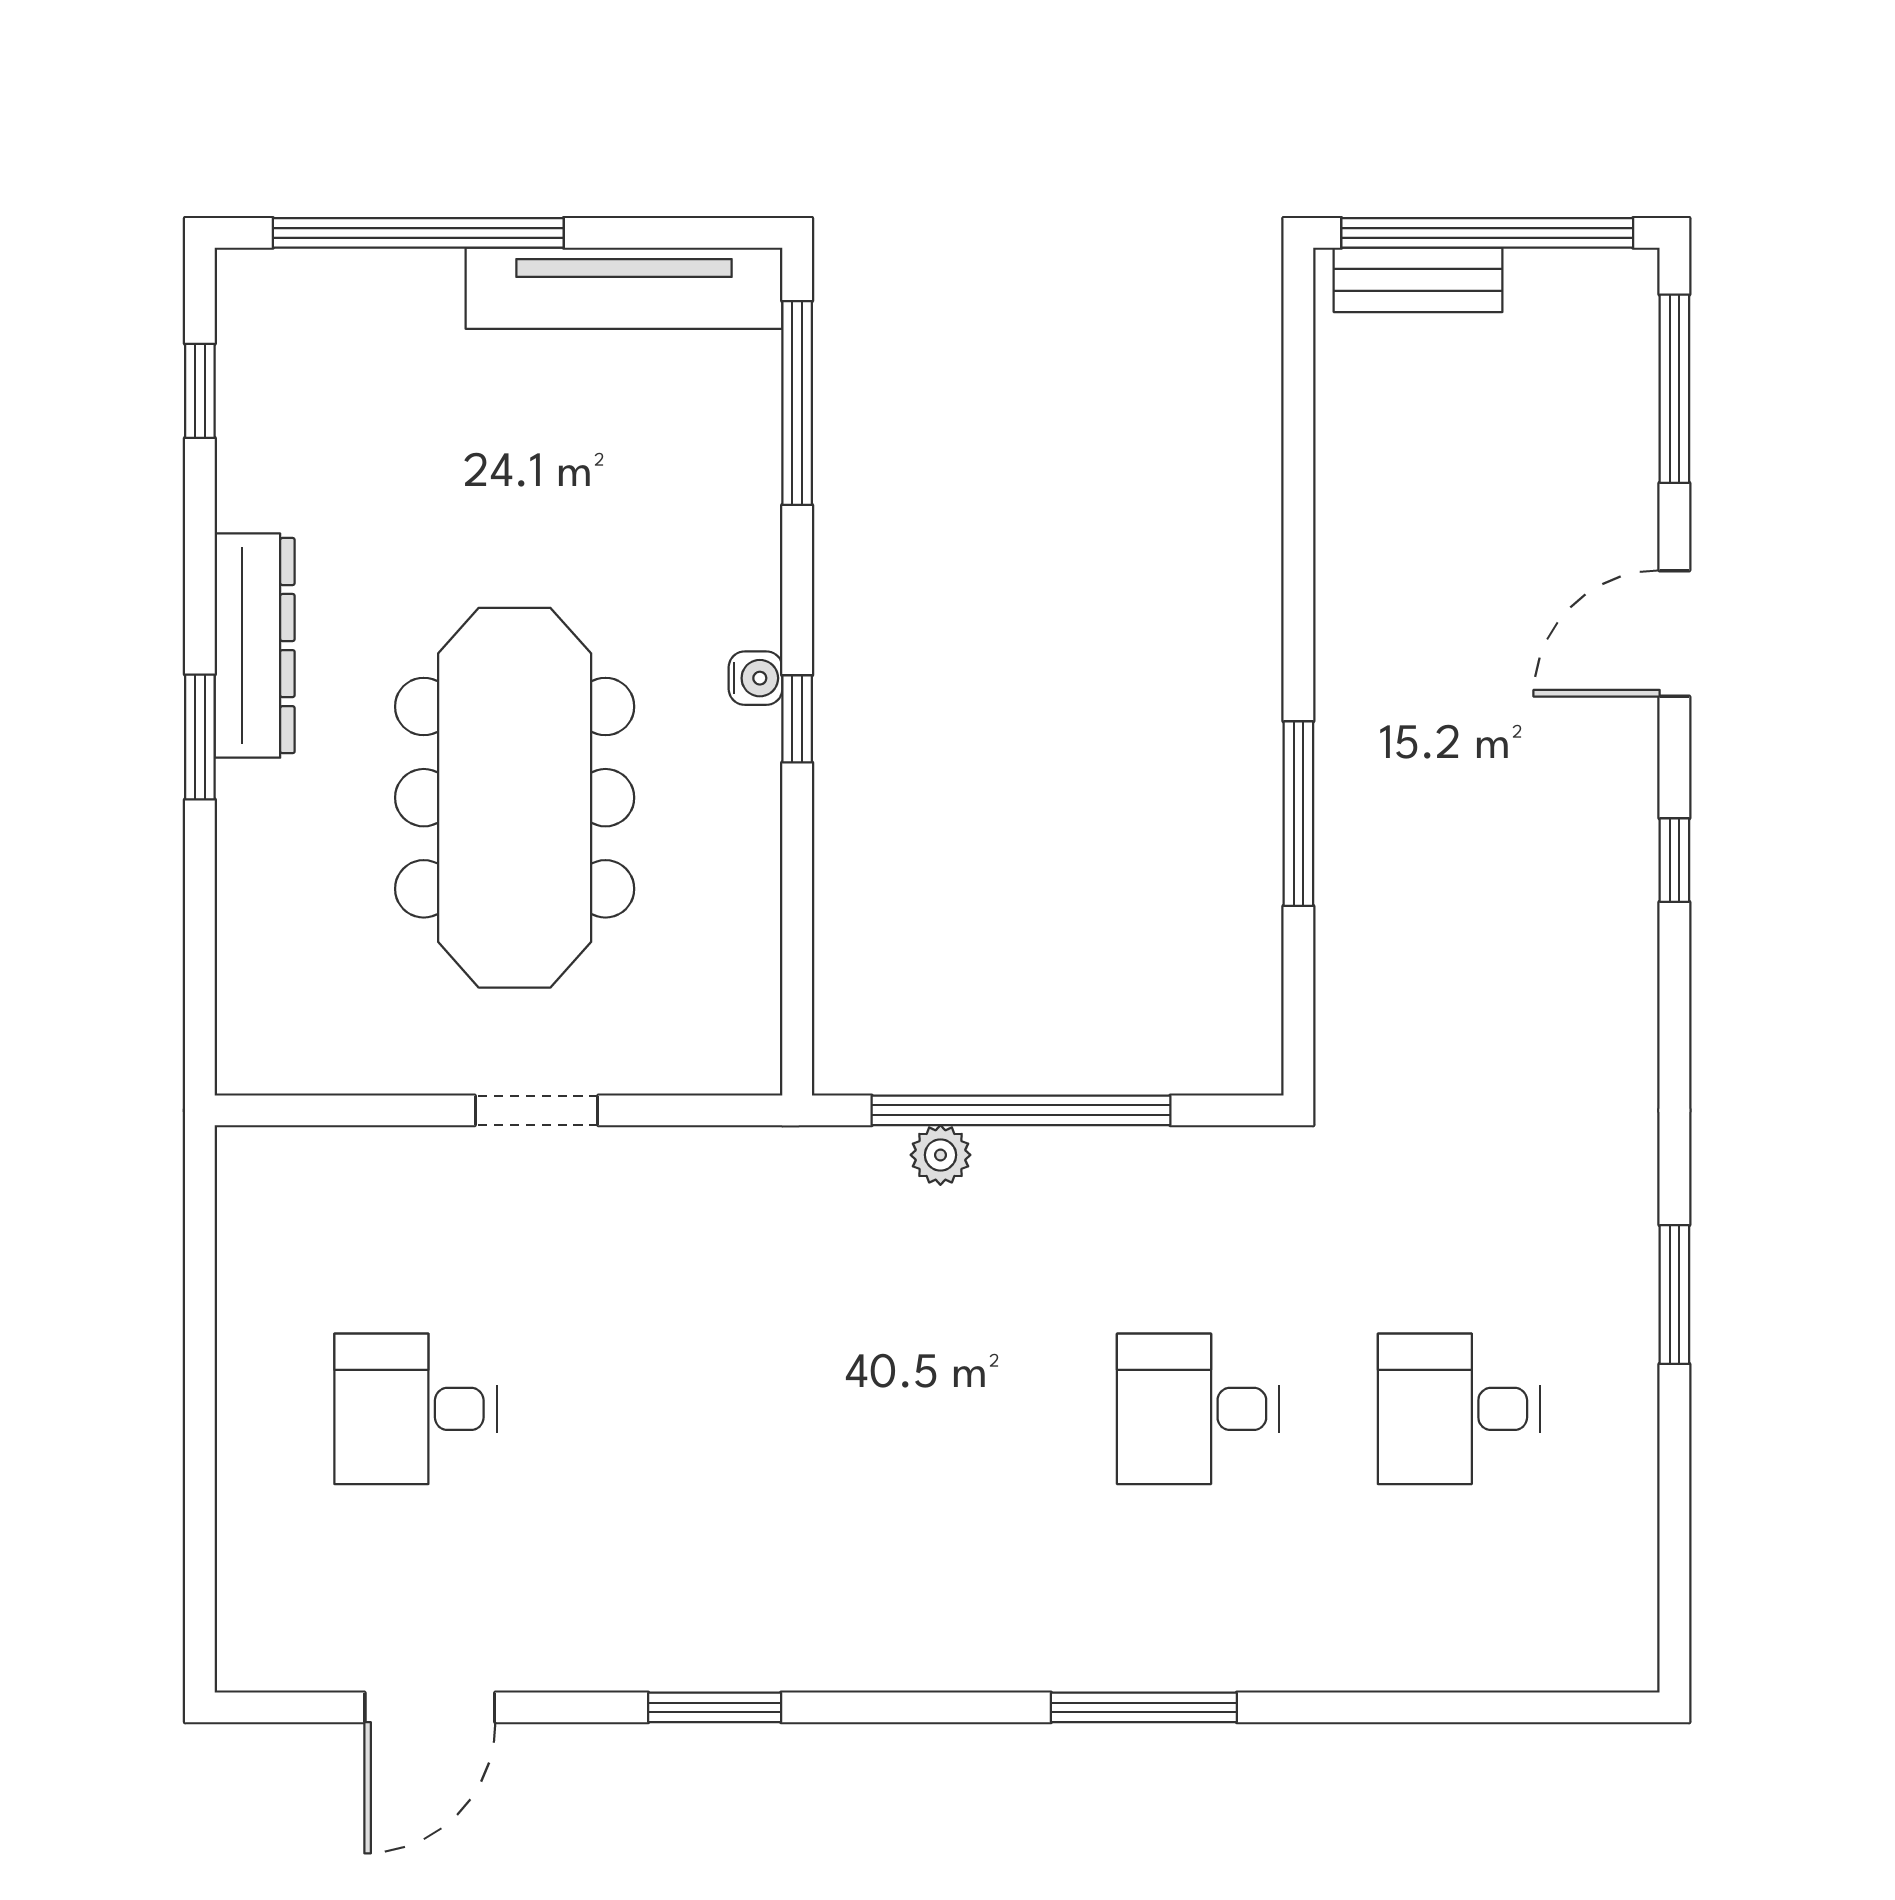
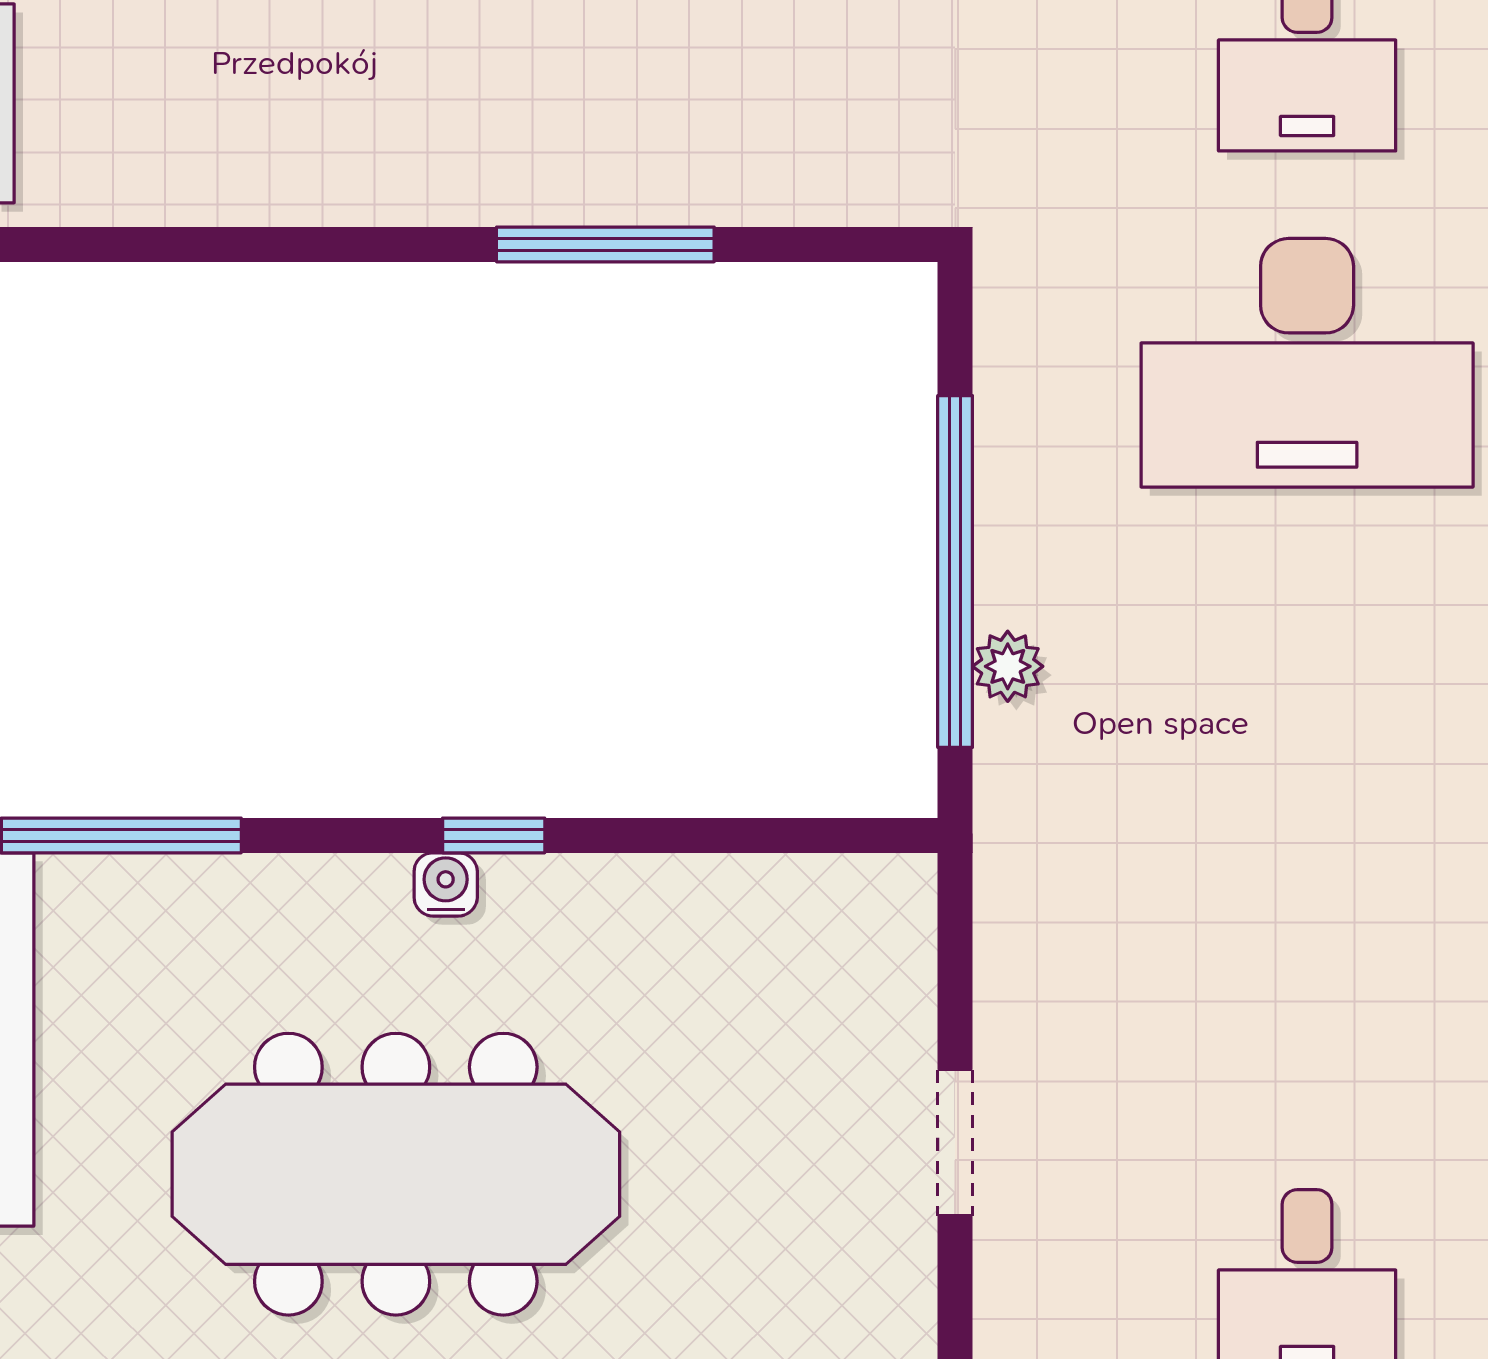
meeting table: (515, 798) -> (396, 1174), moved
desk: (1198, 1409) -> (1307, 363), width x1.87, depth x1.30

